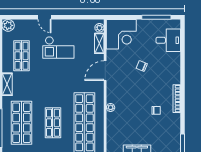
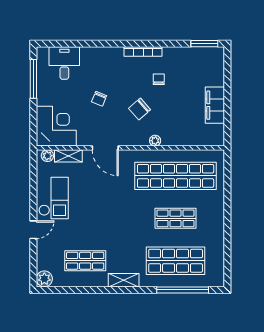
checkout: (58, 47) -> (54, 198), moved
chair: (134, 96) -> (140, 109), added

